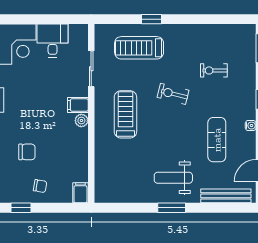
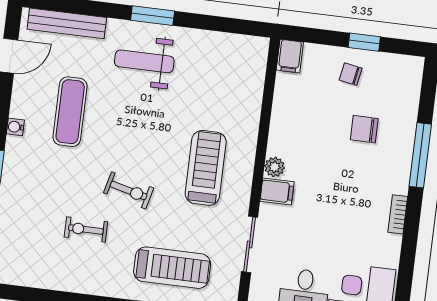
exercise bike: (214, 70) -> (86, 229), moved, turned 180
treadmill: (125, 114) -> (206, 168), turned 180
weight bench: (173, 178) -> (144, 61), turned 180
window: (21, 208) -> (364, 42), moved

